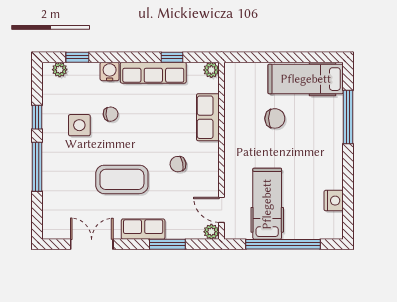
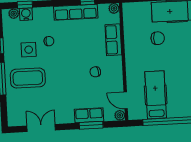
water cooler: (110, 71) -> (26, 14), moved
coffee table: (122, 179) -> (28, 78), moved
row of seats: (143, 229) -> (89, 115), moved

